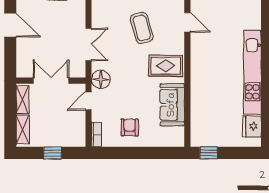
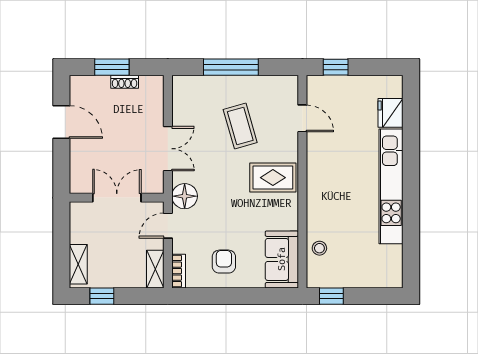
shelving: (22, 100) -> (155, 269), moved
sofa: (172, 105) -> (282, 259), moved
stool: (200, 118) -> (319, 248), added
fridge: (252, 126) -> (391, 113), moved
window: (53, 153) -> (102, 296), moved

